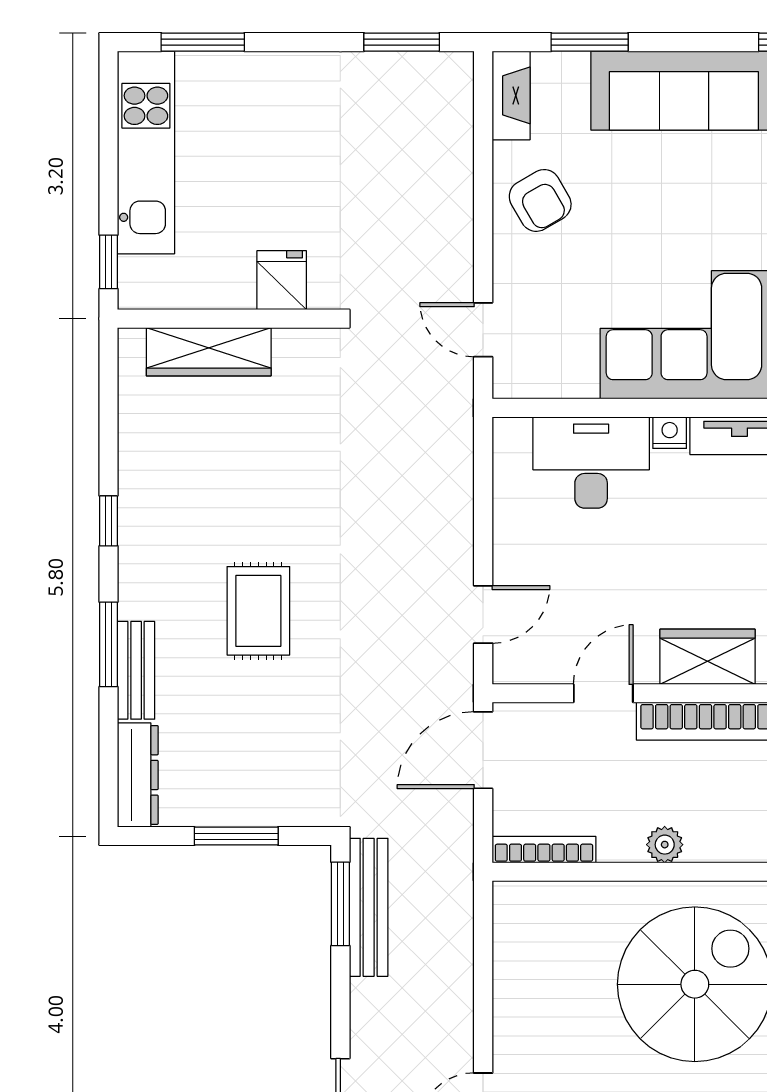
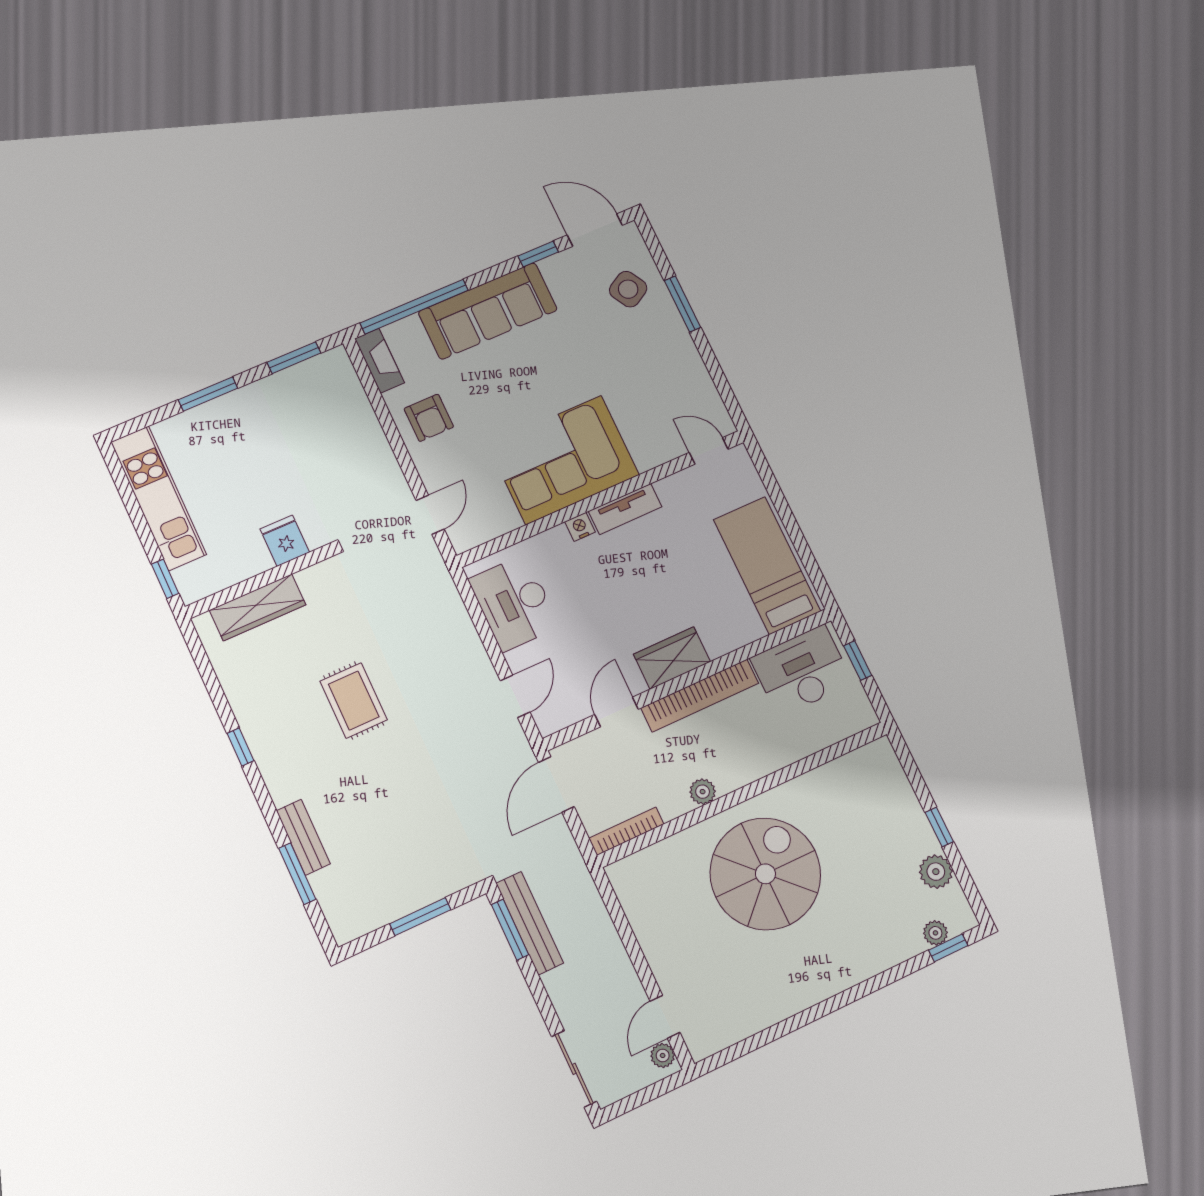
window: (203, 42) -> (208, 394), moved
window: (590, 42) -> (414, 307), width x2.11
armchair: (540, 200) -> (429, 418), turned 30
door: (483, 330) -> (430, 515), swing flipped
desk: (591, 462) -> (514, 603), moved, turned -90
rug: (258, 611) -> (354, 701), moved
window: (108, 644) -> (297, 874), moved
dresser: (138, 775) -> (336, 906), removed

